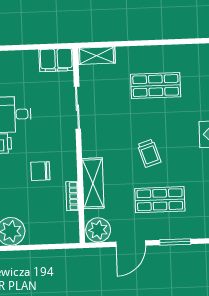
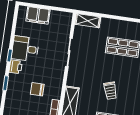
filing cabinet: (56, 60) -> (38, 15), moved

